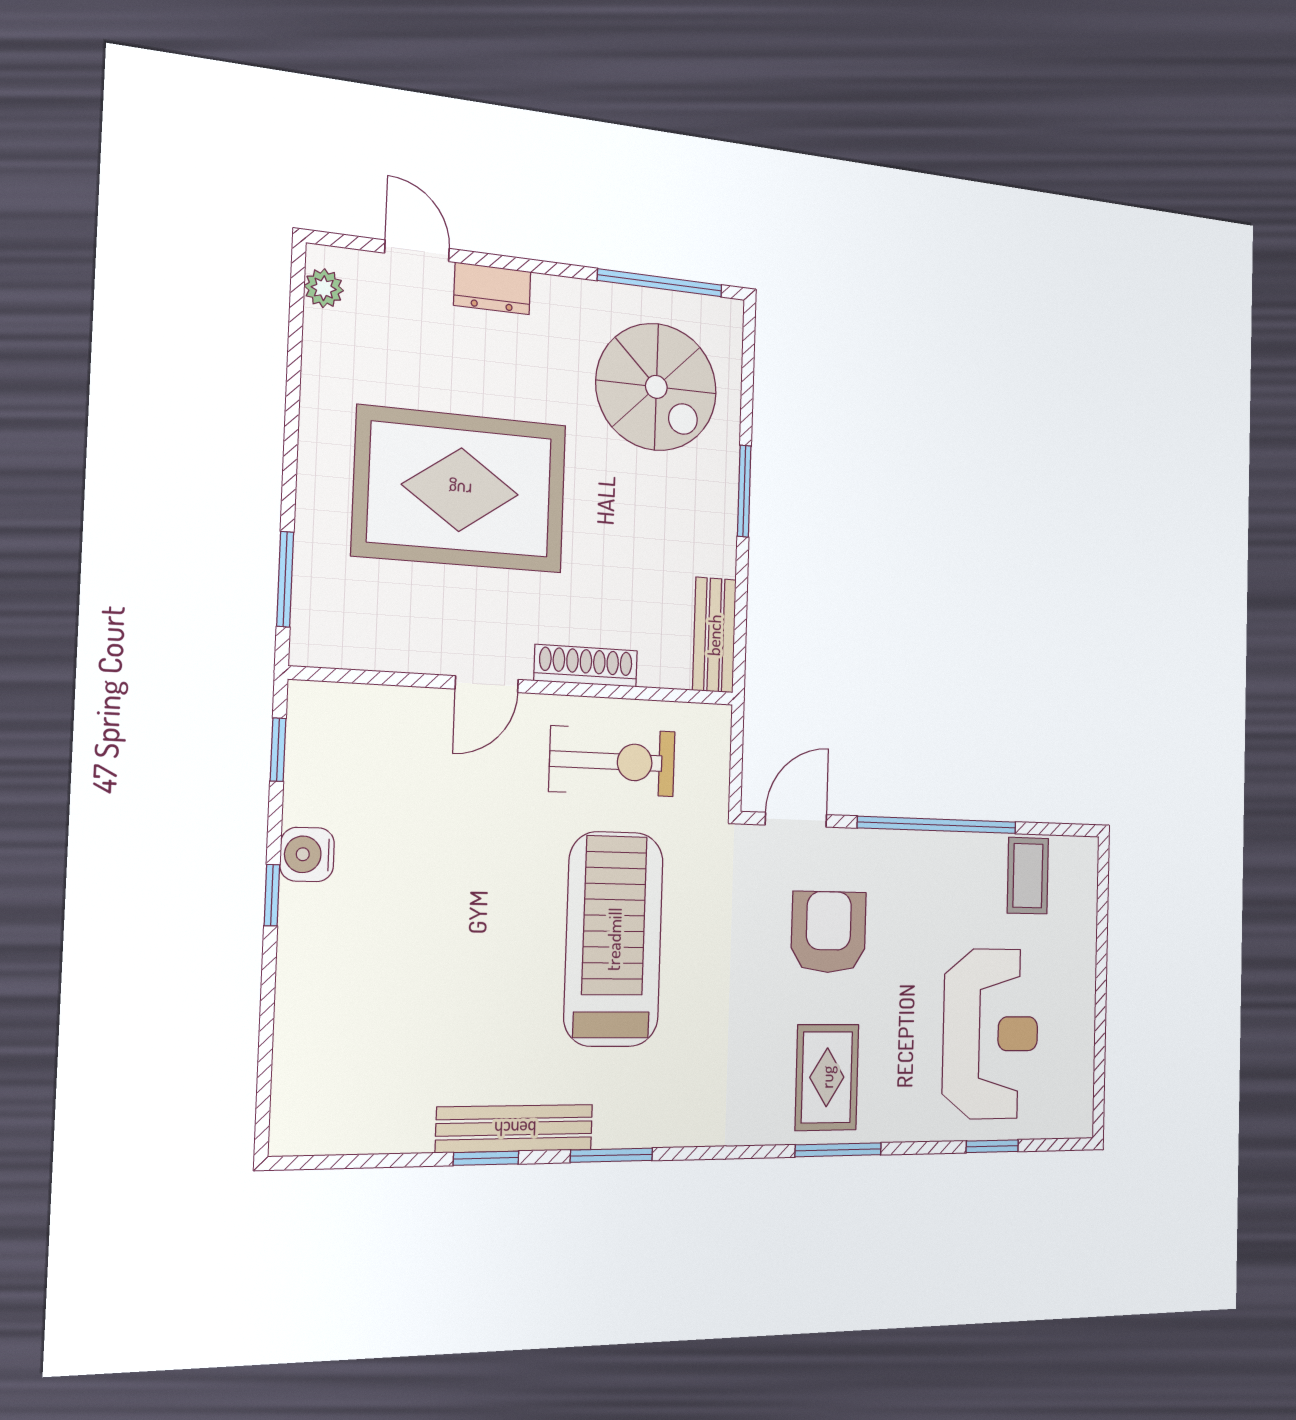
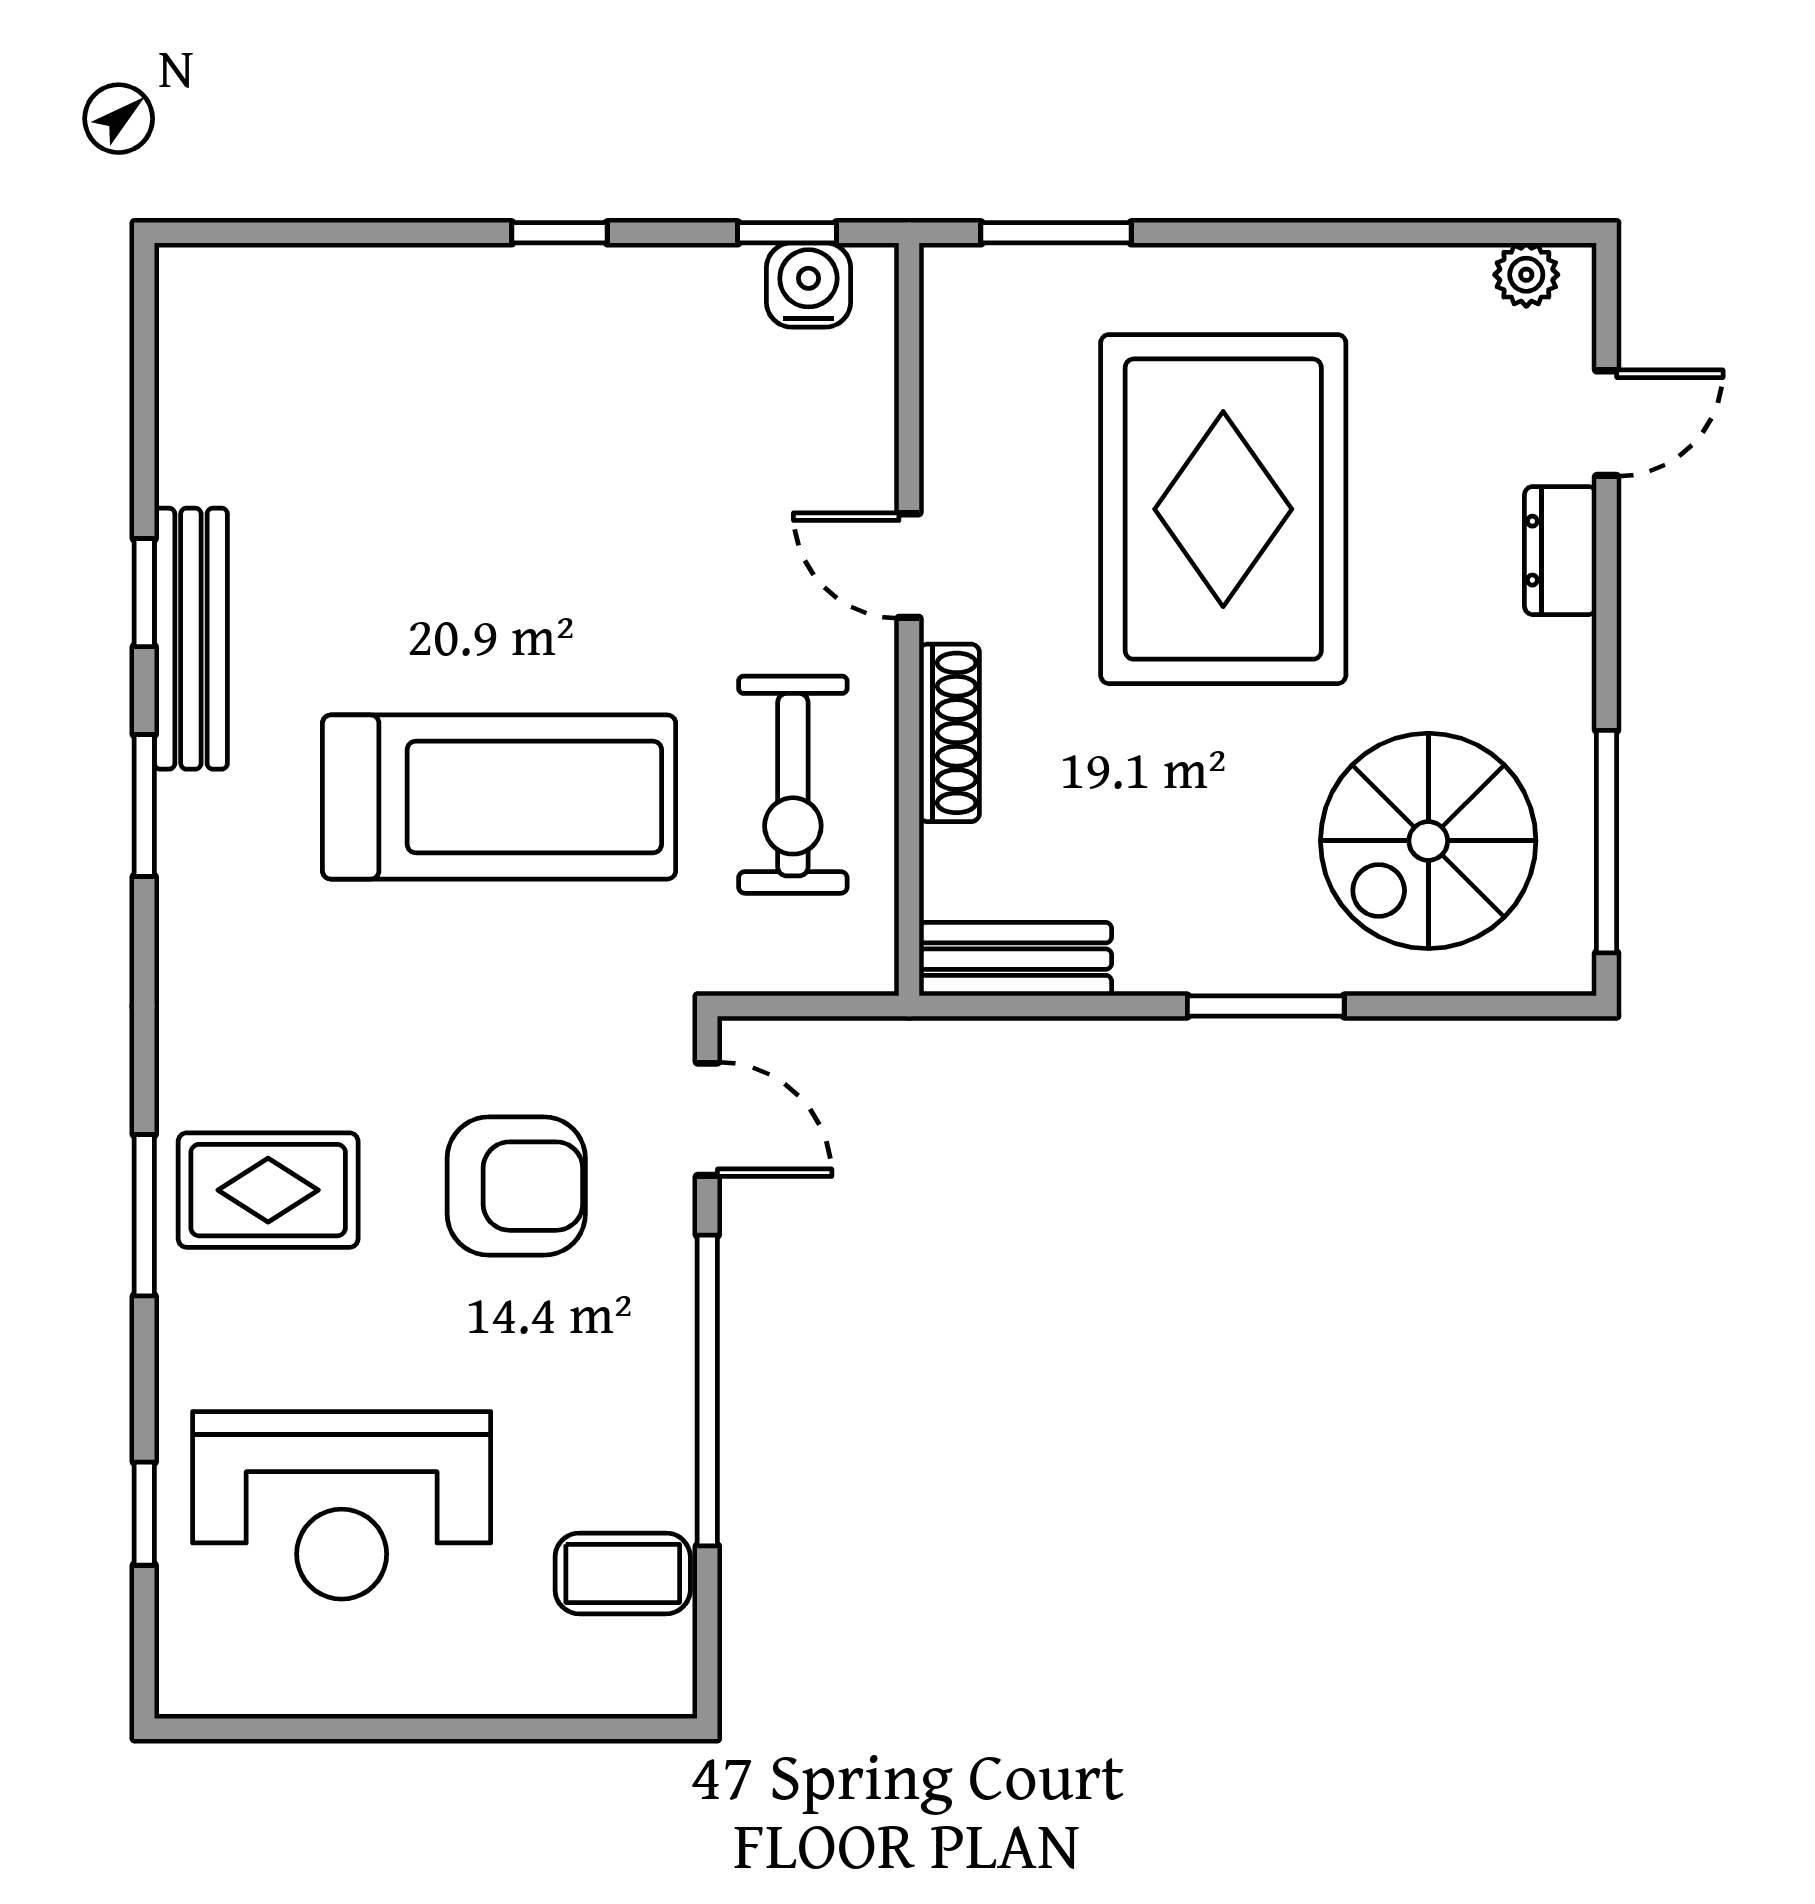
water cooler: (307, 854) -> (808, 285), moved

